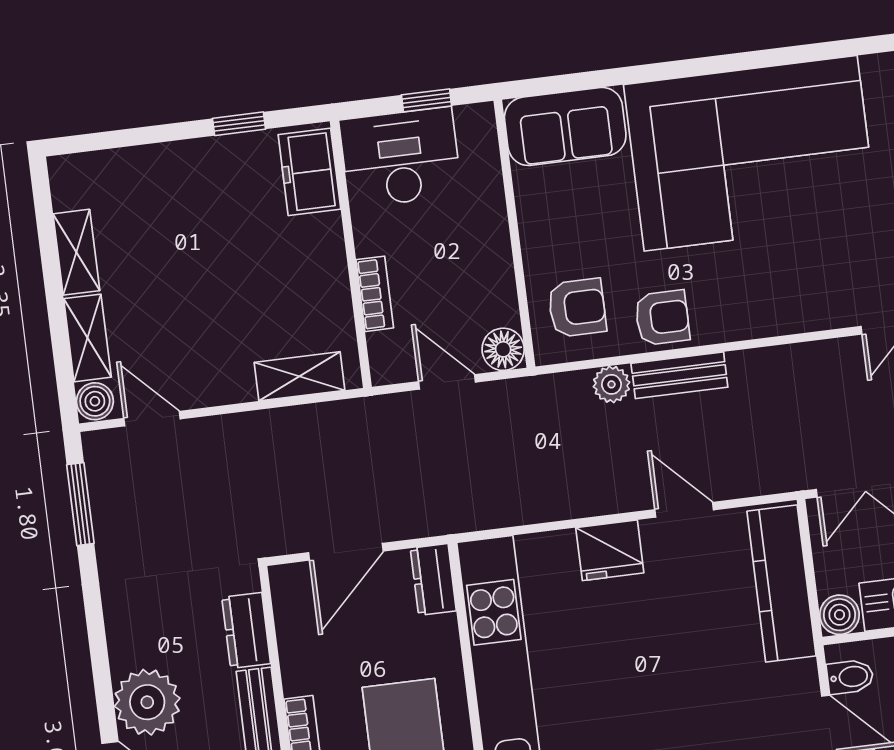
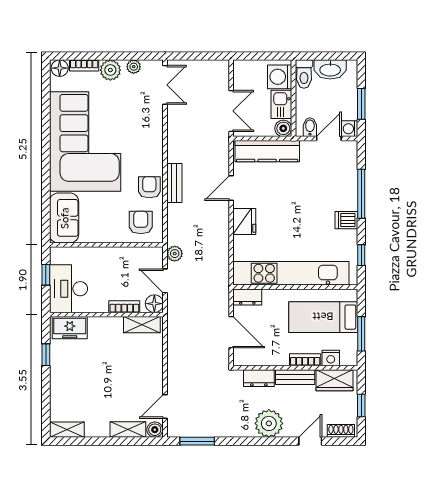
shelving: (76, 252) -> (67, 430), moved
floor lamp: (503, 349) -> (154, 304), moved
shelving: (300, 376) -> (142, 325), moved, turned 90
door: (447, 382) -> (165, 281), hinge flipped
plant: (611, 384) -> (175, 254), moved
plant: (147, 702) -> (269, 423), moved

